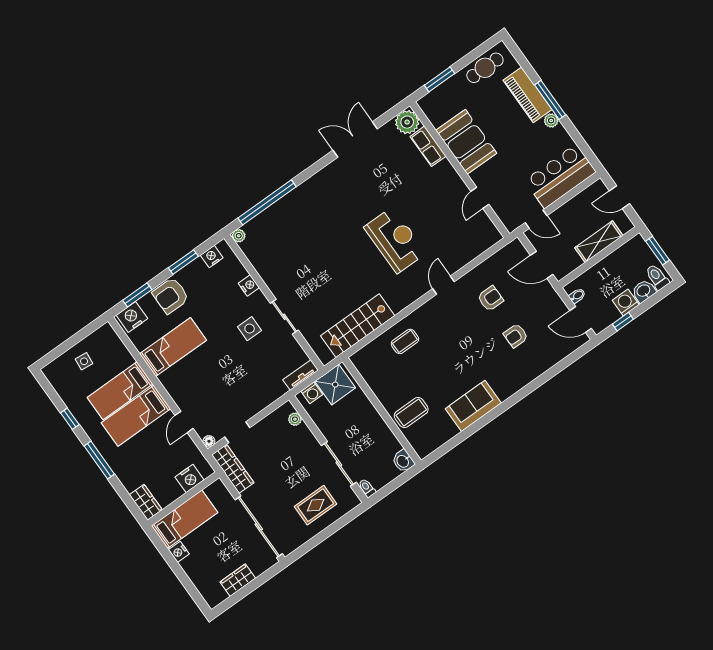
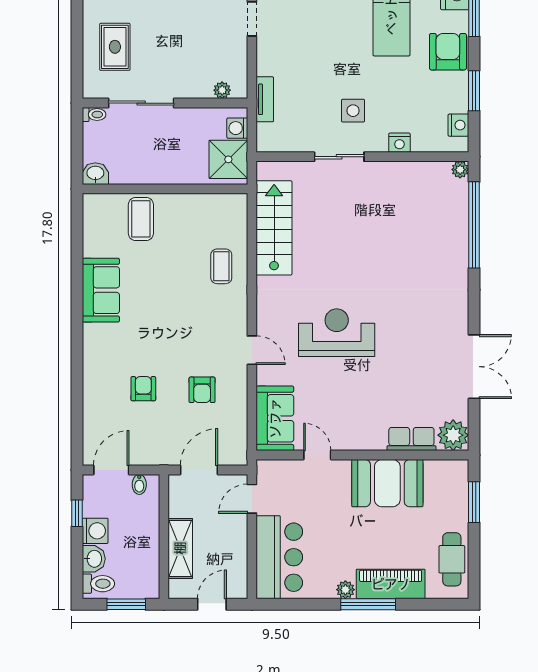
reception desk: (395, 240) -> (337, 333), turned 180
sofa: (476, 241) -> (275, 418), added
tv unit: (301, 375) -> (265, 99), moved

